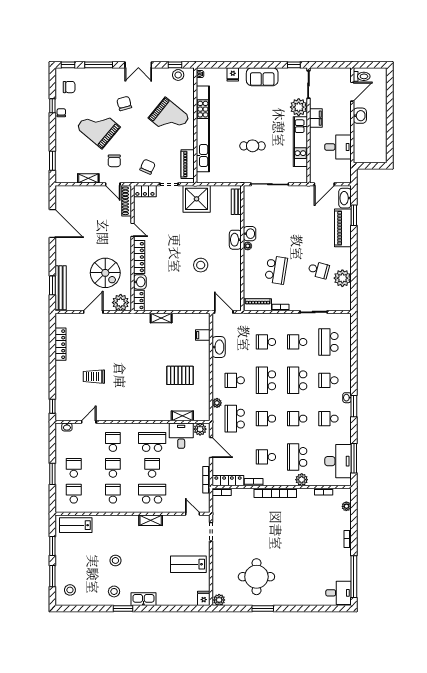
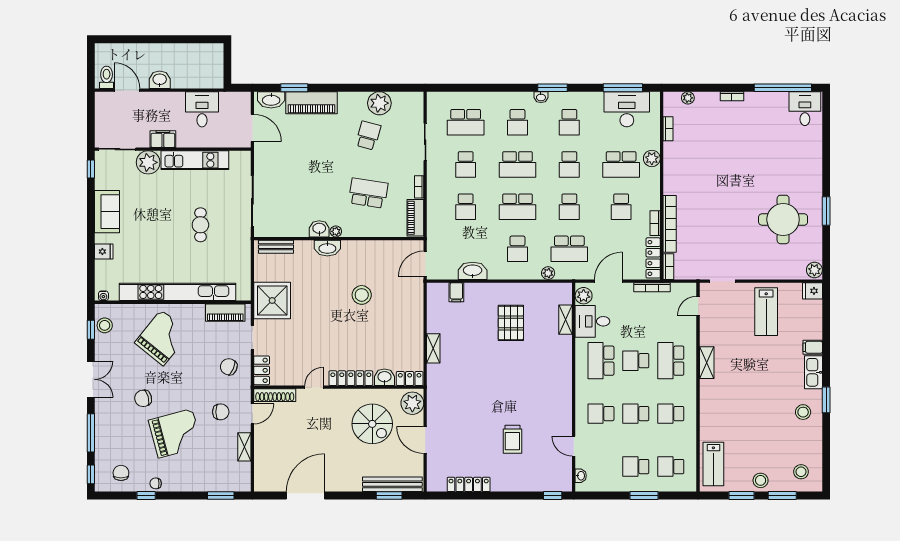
grand piano: (98, 127) -> (175, 433), turned -145
spiral stairs: (105, 273) -> (372, 424), turned 90
bookcase: (275, 493) -> (670, 224), moved
stool: (115, 560) -> (761, 480), moved
filing cabinet: (162, 599) -> (813, 347), added

